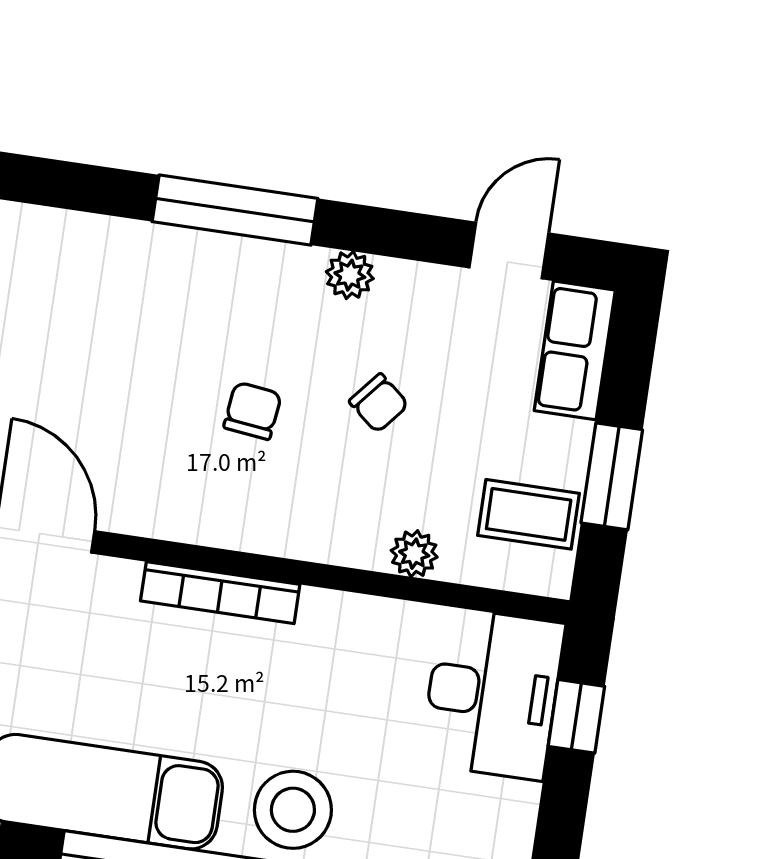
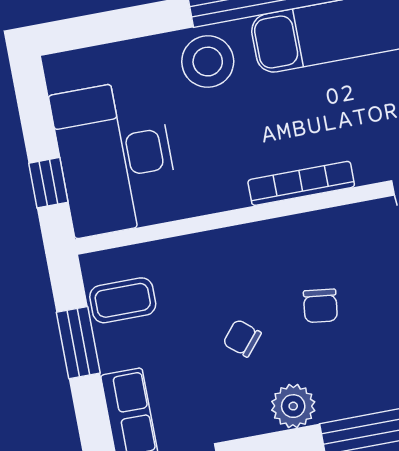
plant: (350, 275) -> (293, 406), width x1.38, depth x1.38
plant: (414, 554) -> (187, 250), removed
desk: (492, 693) -> (115, 157), width x1.36, depth x1.30

